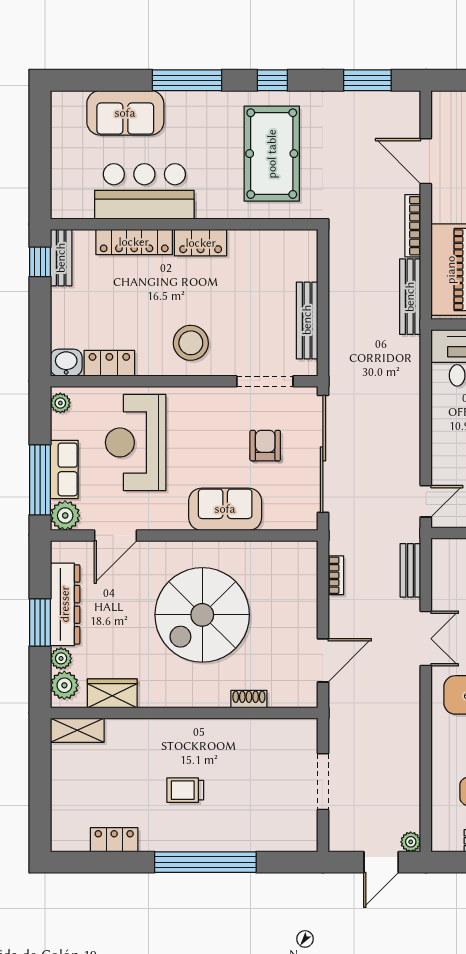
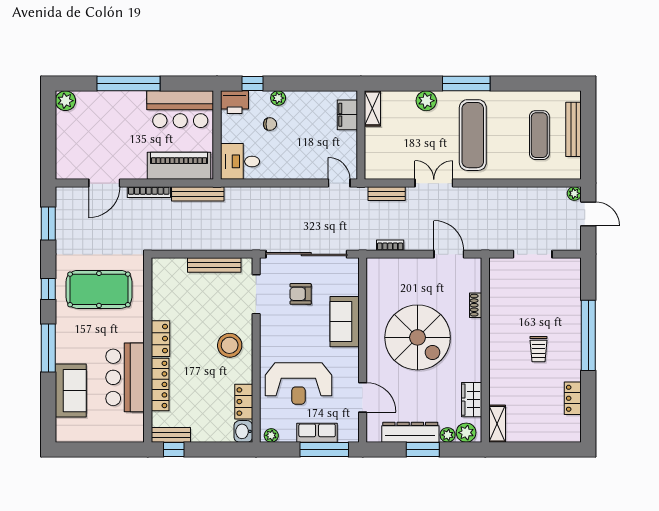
plant: (65, 516) -> (349, 432), removed

